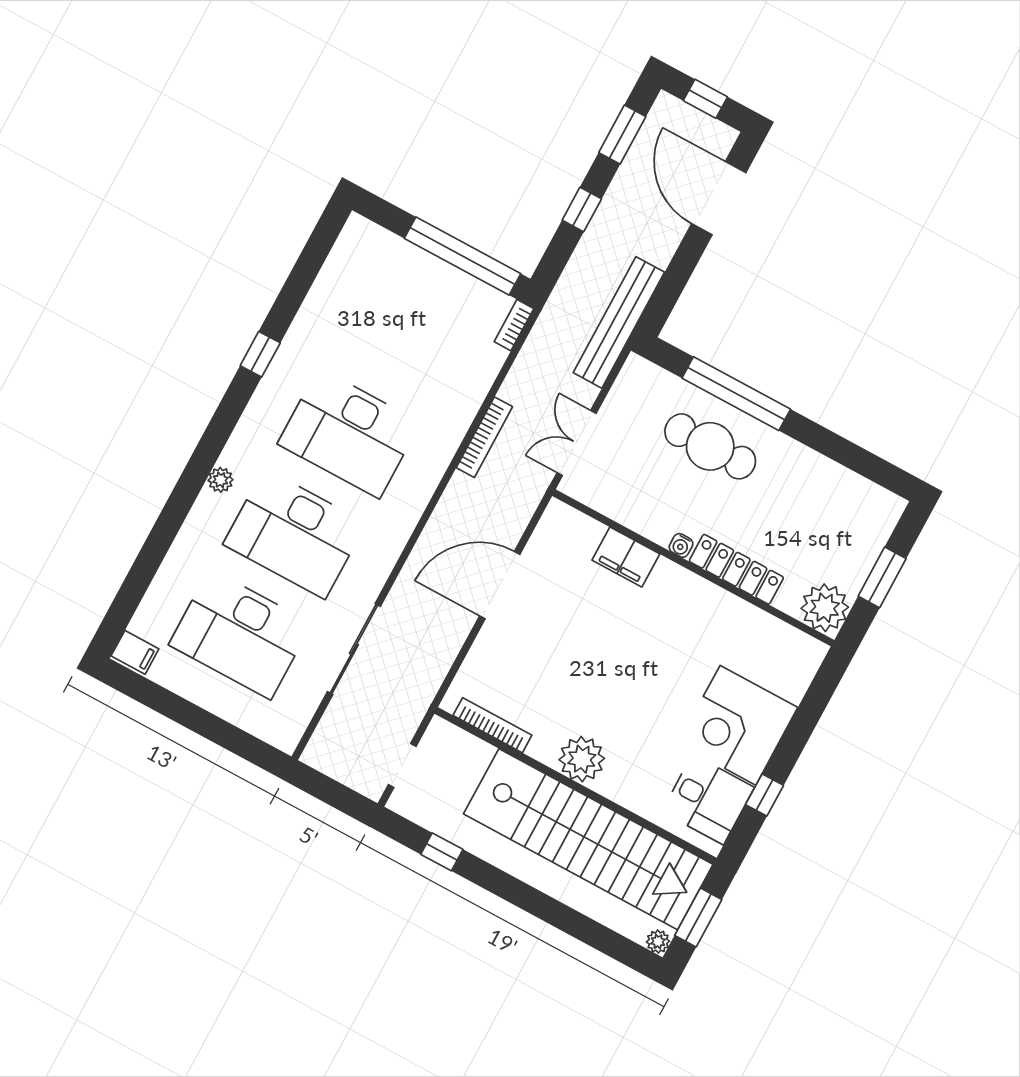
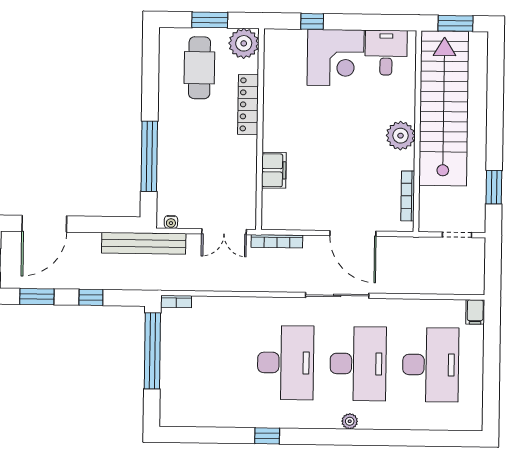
bookcase: (484, 437) -> (277, 241), moved, turned 180
cafe table: (710, 446) -> (199, 68), moved
water cooler: (681, 545) -> (171, 222), moved, turned 90
door: (500, 585) -> (353, 233), moved
sliding door: (354, 649) -> (337, 295), moved
filing cabinet: (135, 652) -> (475, 312), moved, turned 180
window: (764, 795) -> (312, 21), moved
window: (442, 852) -> (494, 187), width x1.50
plant: (658, 942) -> (481, 39), removed

